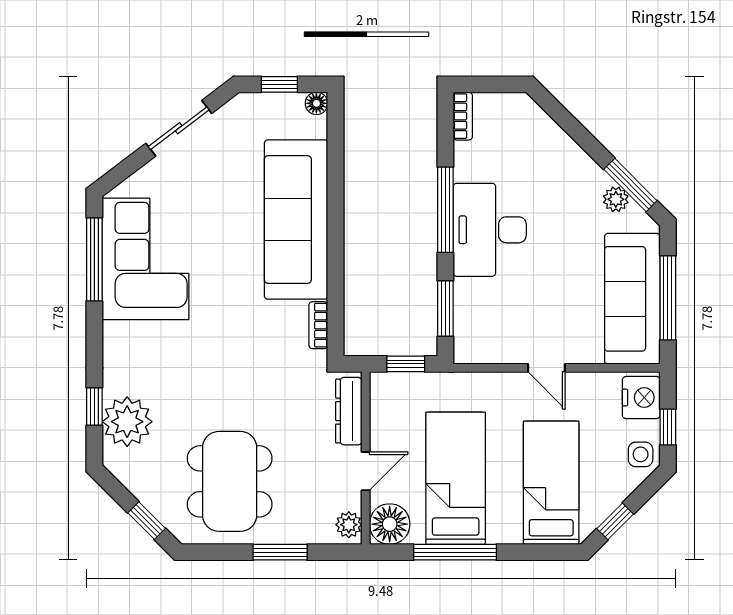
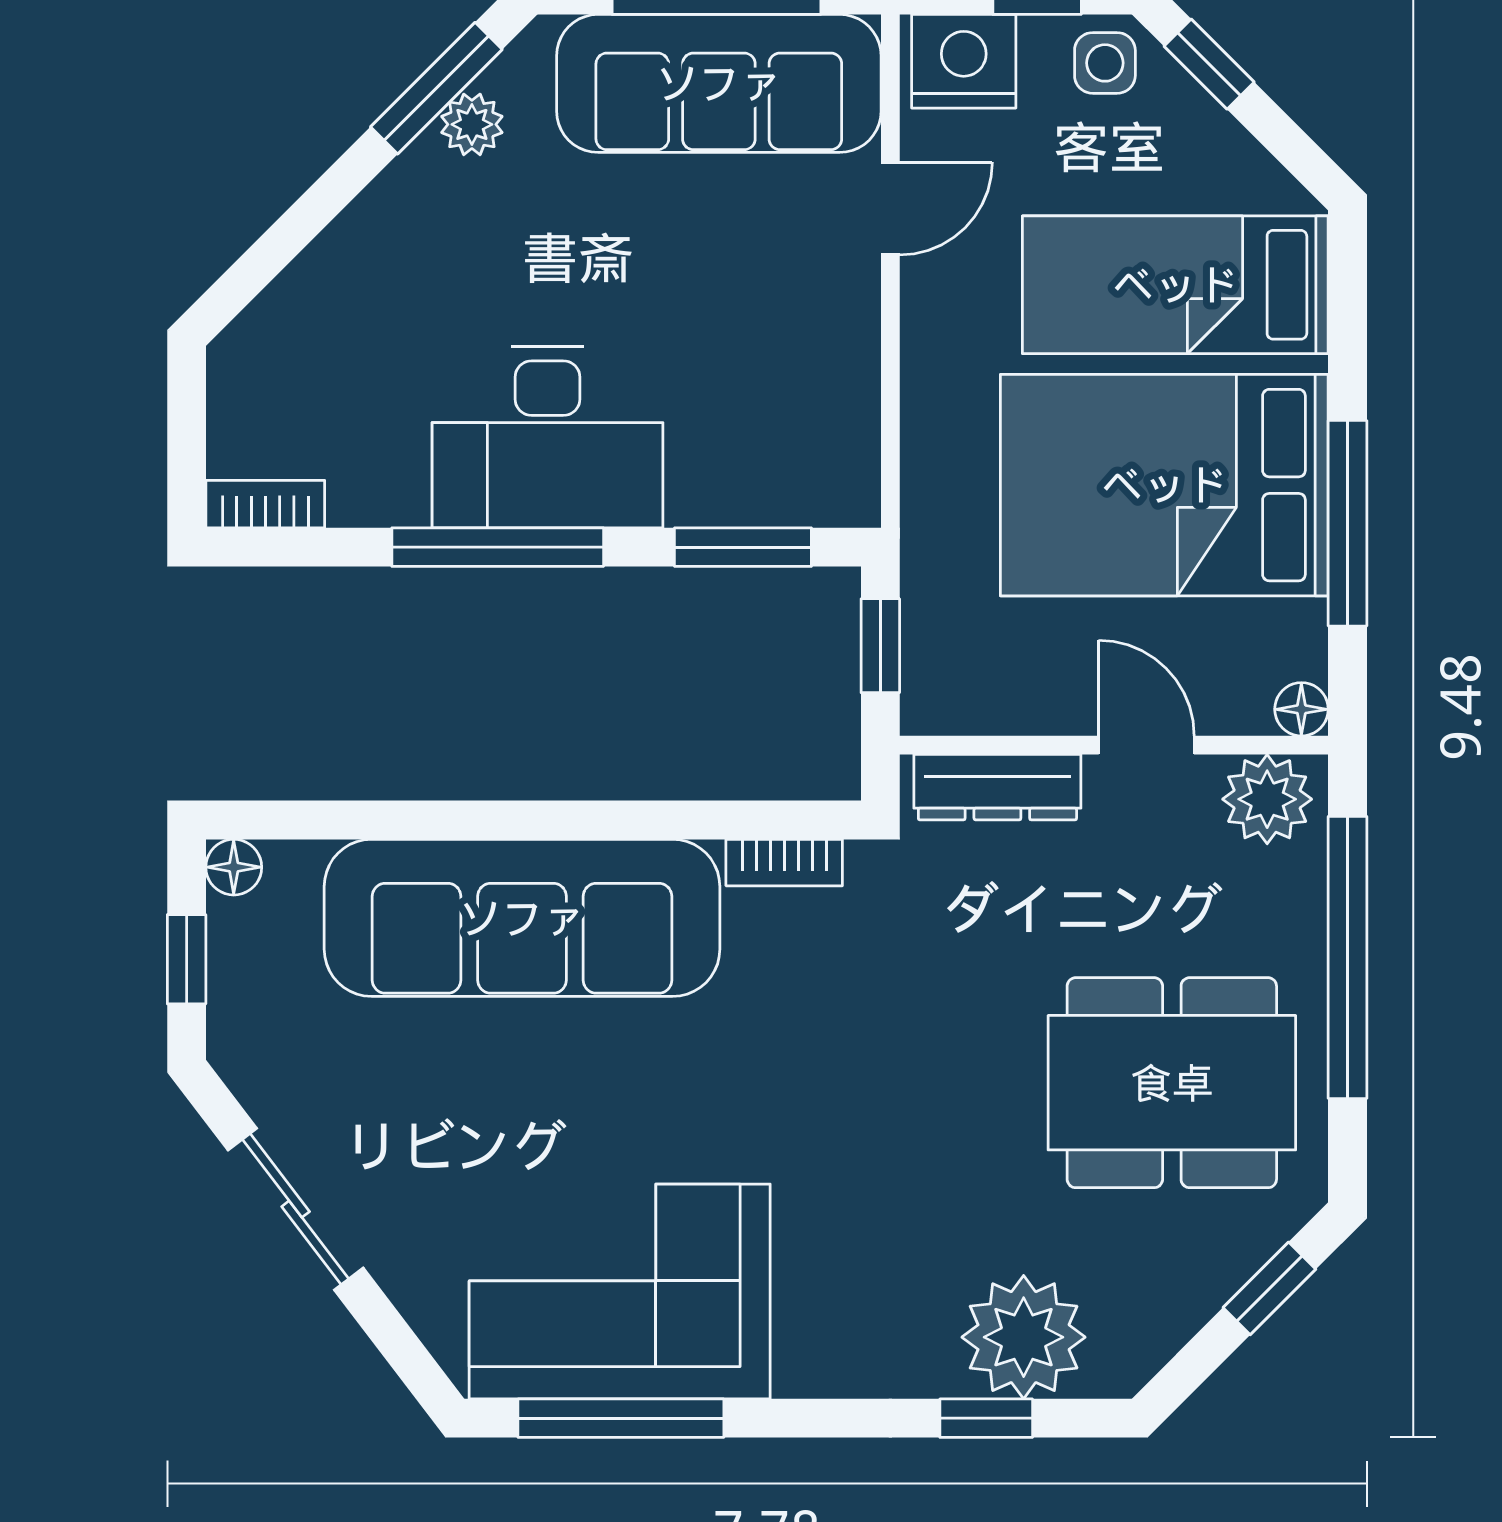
door: (547, 368) -> (890, 209), moved
bed: (456, 478) -> (1164, 485), width x1.50
window: (615, 521) -> (1209, 64), moved
floor lamp: (390, 524) -> (1301, 709), width x0.53, depth x0.53
plant: (349, 525) -> (1267, 799), width x1.38, depth x1.38
window: (280, 552) -> (1347, 957), width x2.11

